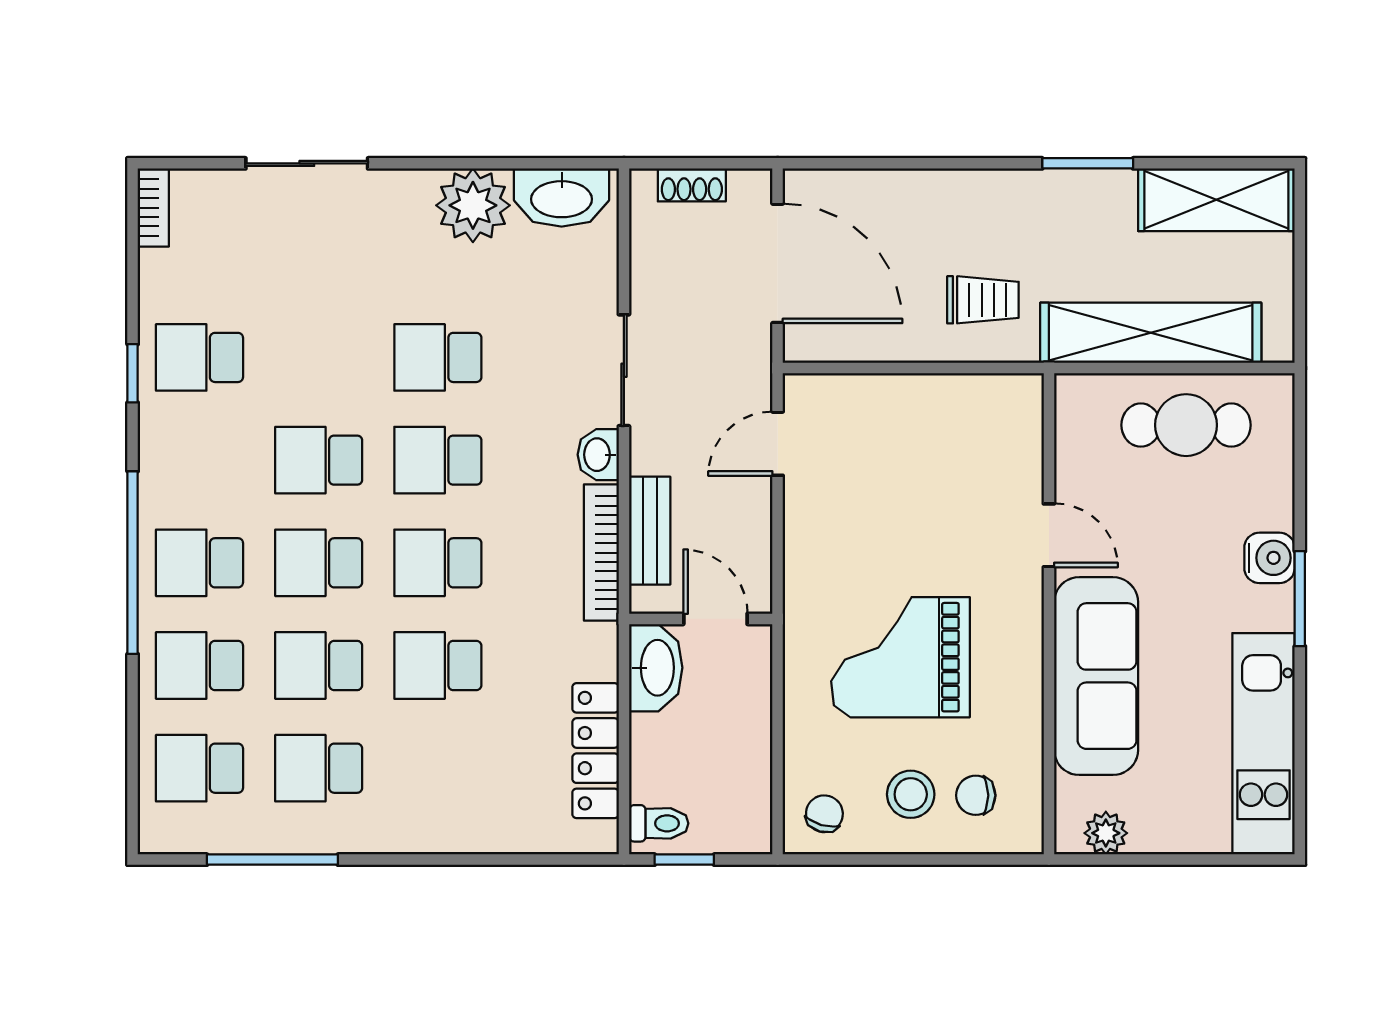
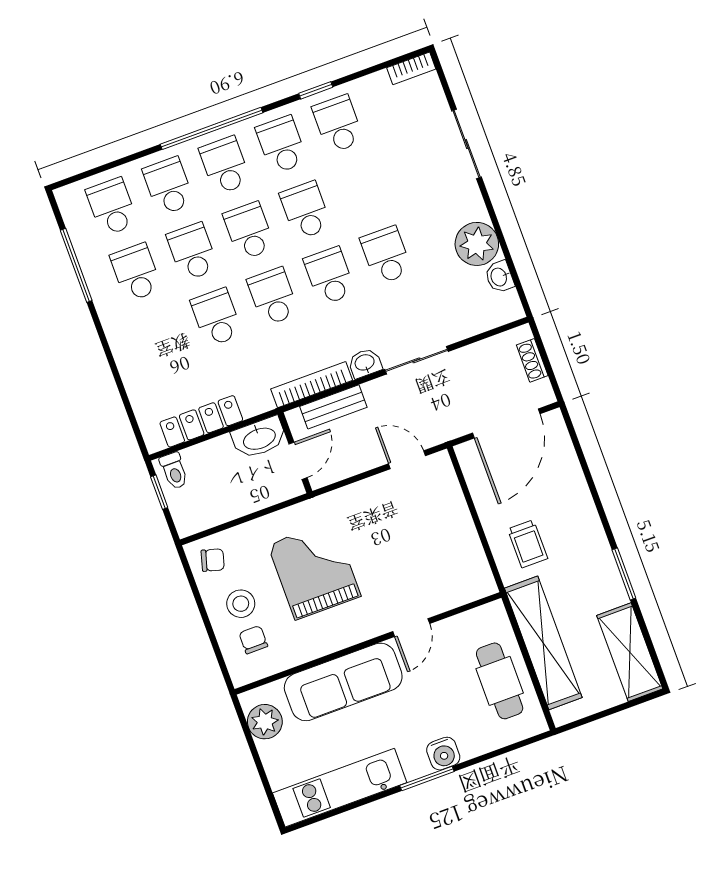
washbasin: (562, 197) -> (499, 277), width x0.52, depth x0.69
school desk: (199, 460) -> (281, 145), added
plant: (1106, 833) -> (265, 722), width x1.38, depth x1.38

